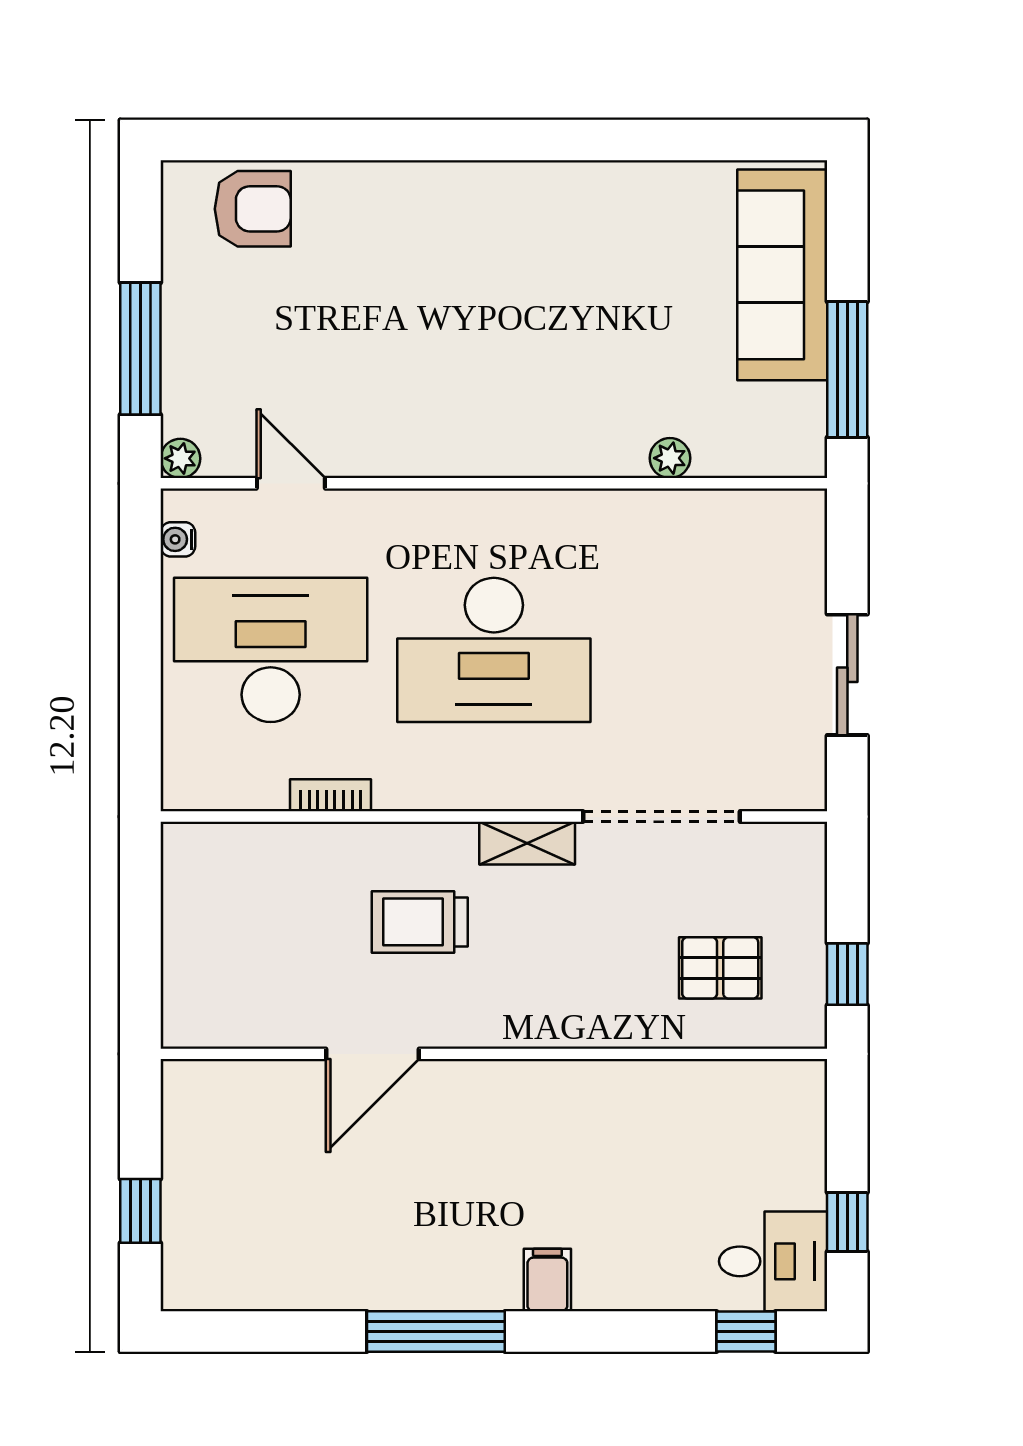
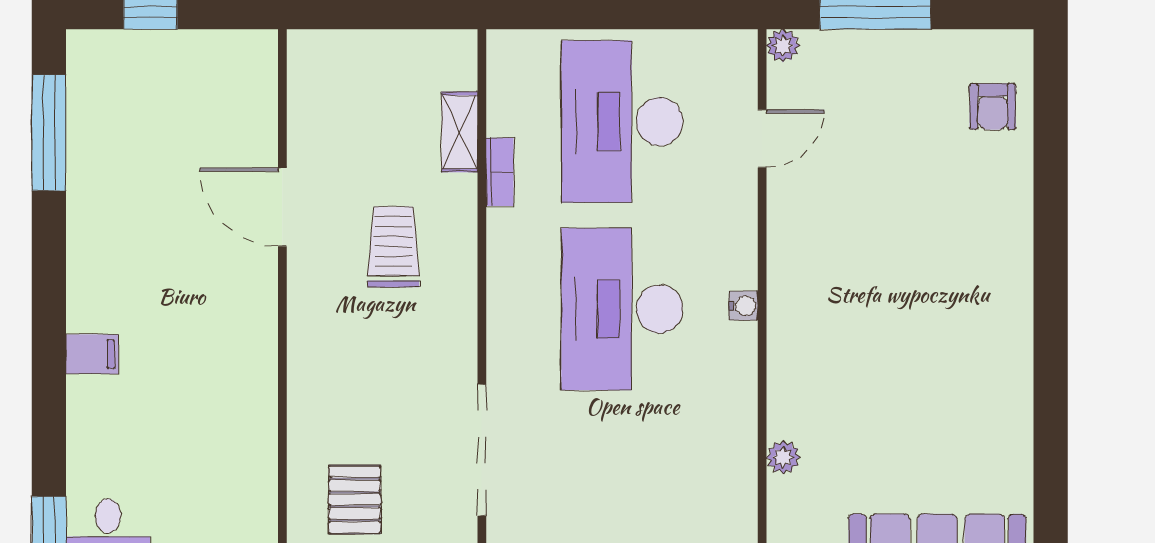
armchair: (253, 209) -> (993, 106), width x0.72, depth x0.72
water cooler: (178, 539) -> (743, 306), moved, turned 90
desk: (271, 650) -> (622, 122), turned 180
shelving: (527, 843) -> (460, 132), moved
window: (436, 1332) -> (49, 133), moved

